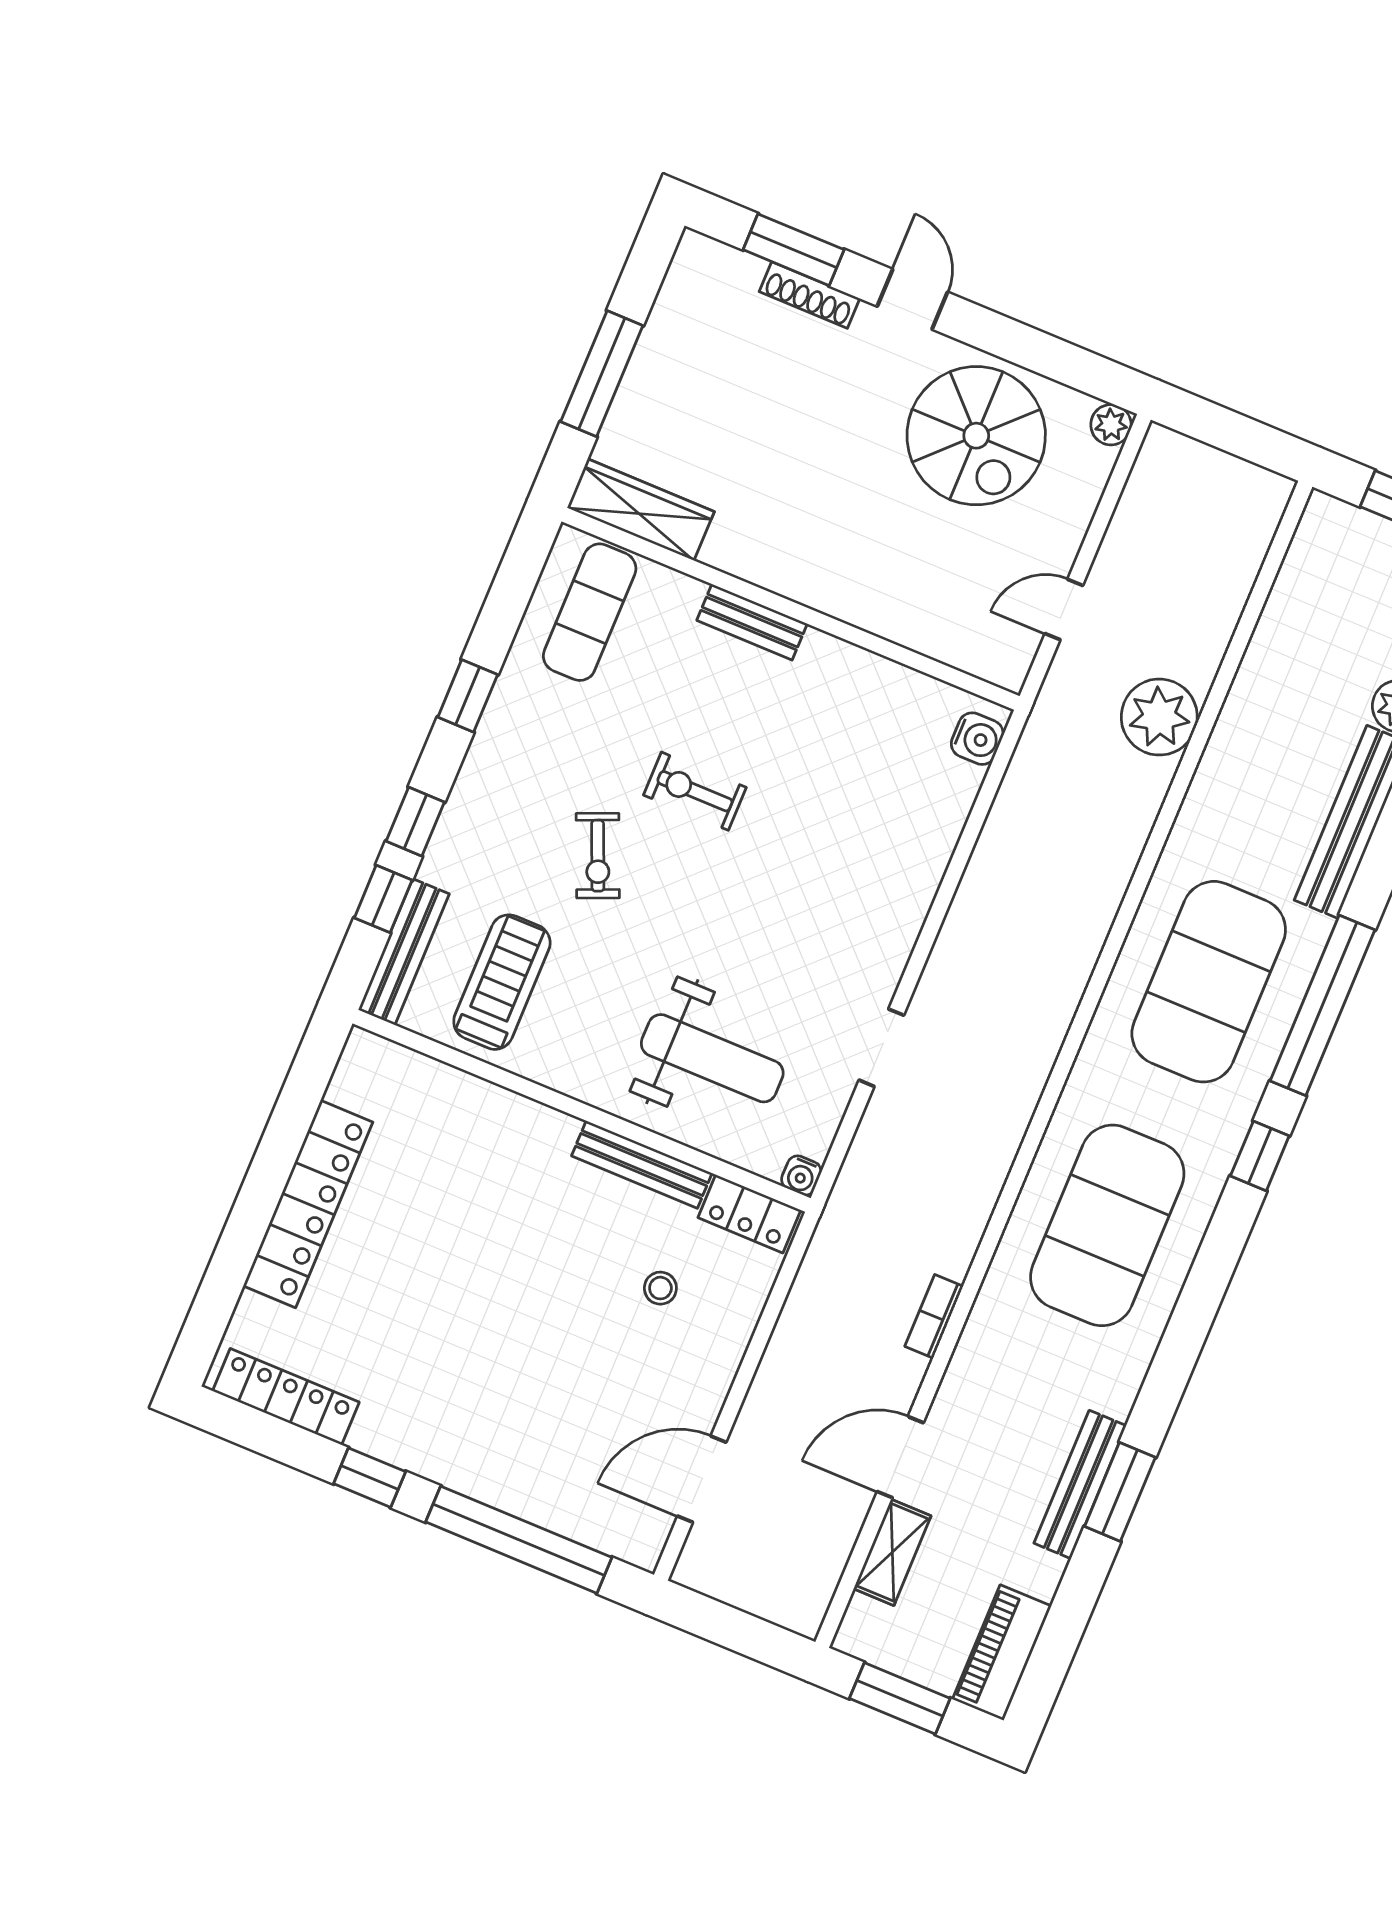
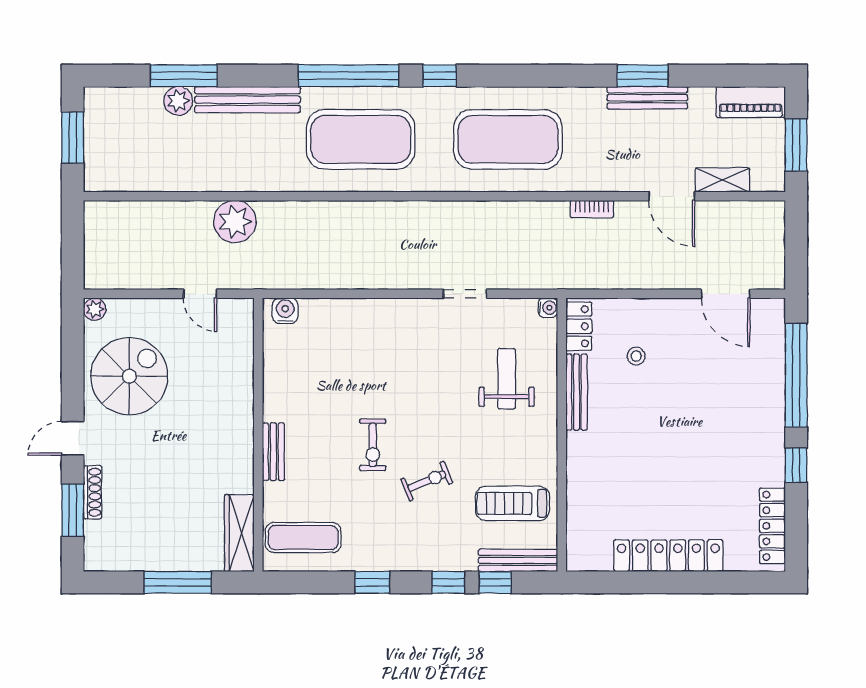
weight bench: (712, 1058) -> (507, 379), width x0.73, depth x0.75

